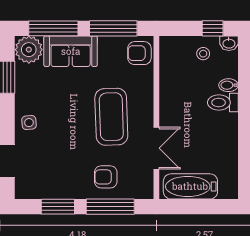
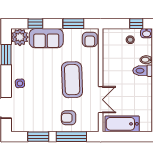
window: (53, 28) -> (35, 24), width x0.46
window: (113, 28) -> (73, 24), width x0.69
armchair: (139, 53) -> (90, 39), turned -90

